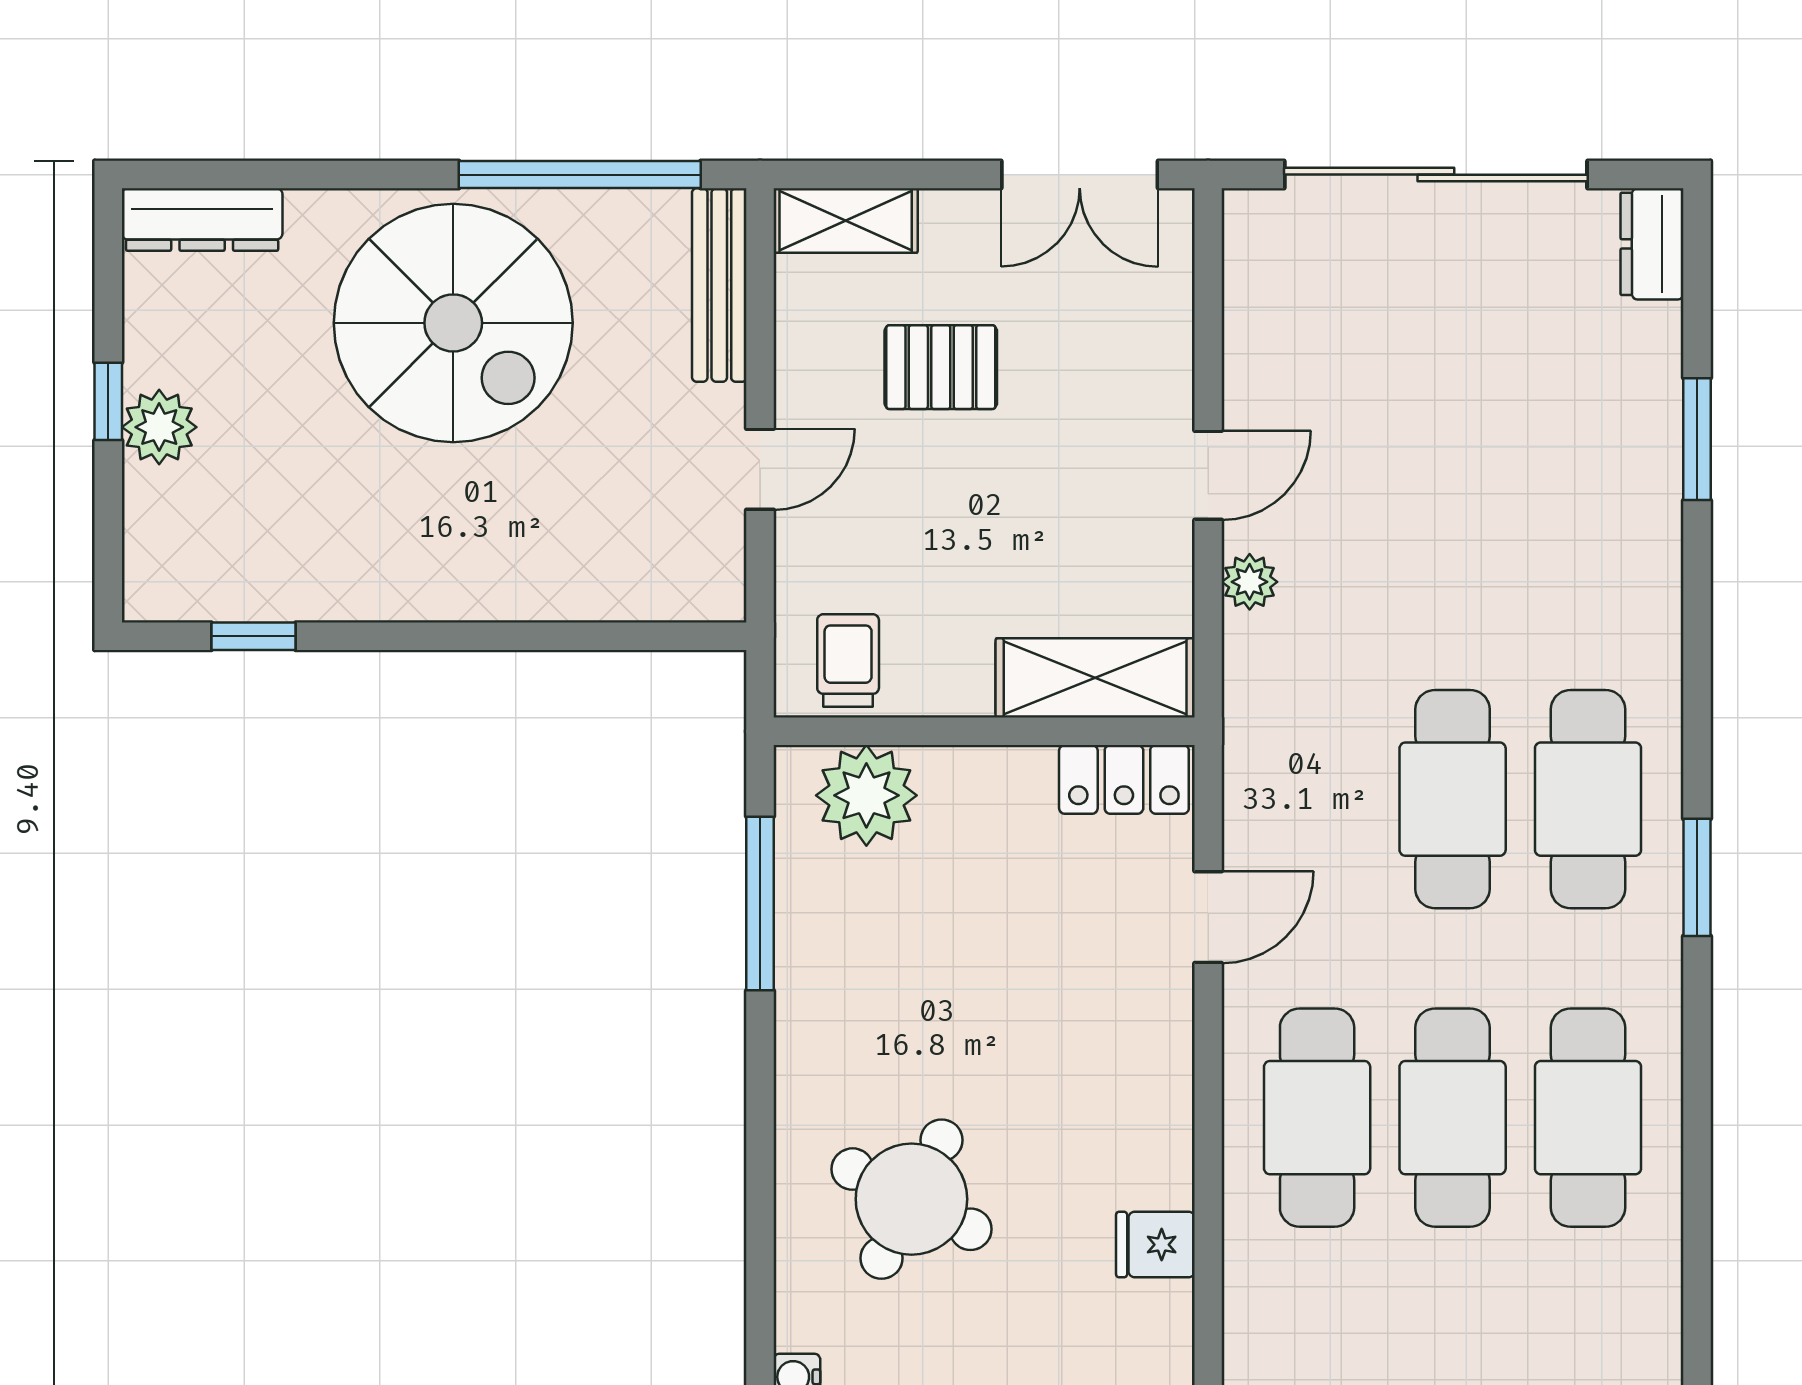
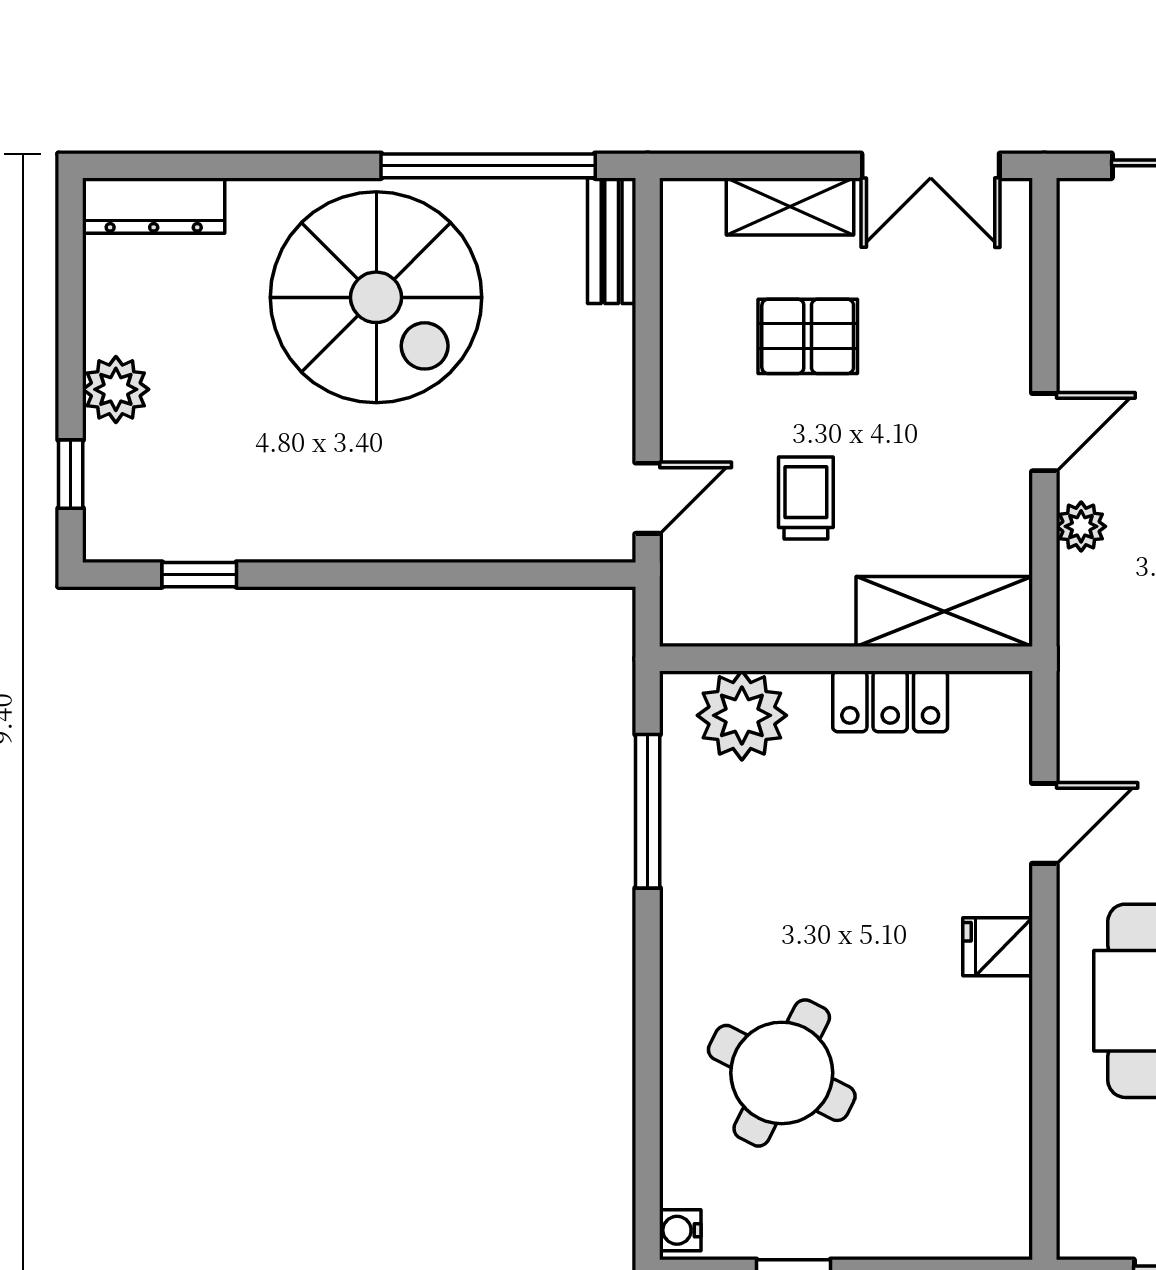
shelving: (846, 220) -> (790, 207), moved
bench: (719, 285) -> (612, 241), width x0.73
window: (108, 401) -> (71, 474), moved
door: (760, 469) -> (648, 498), moved
trolley: (848, 661) -> (806, 498), moved
locker: (1124, 779) -> (890, 701), moved
fridge: (1155, 1245) -> (998, 947), moved

